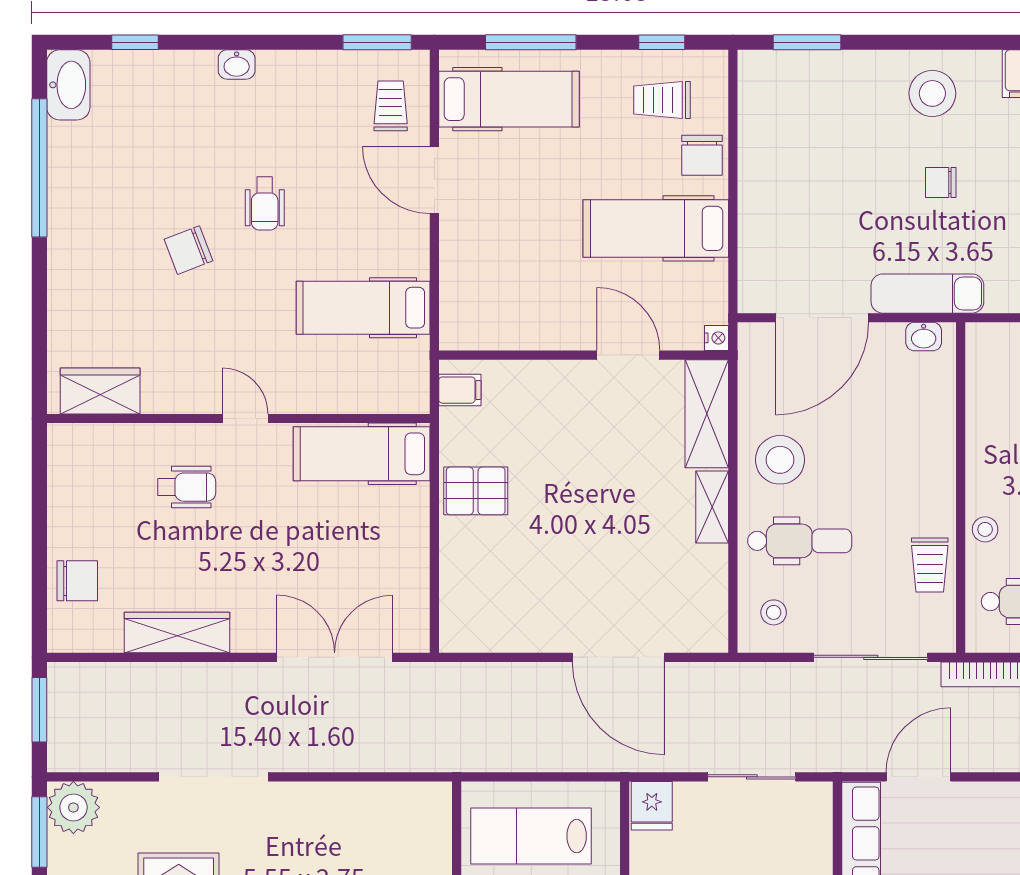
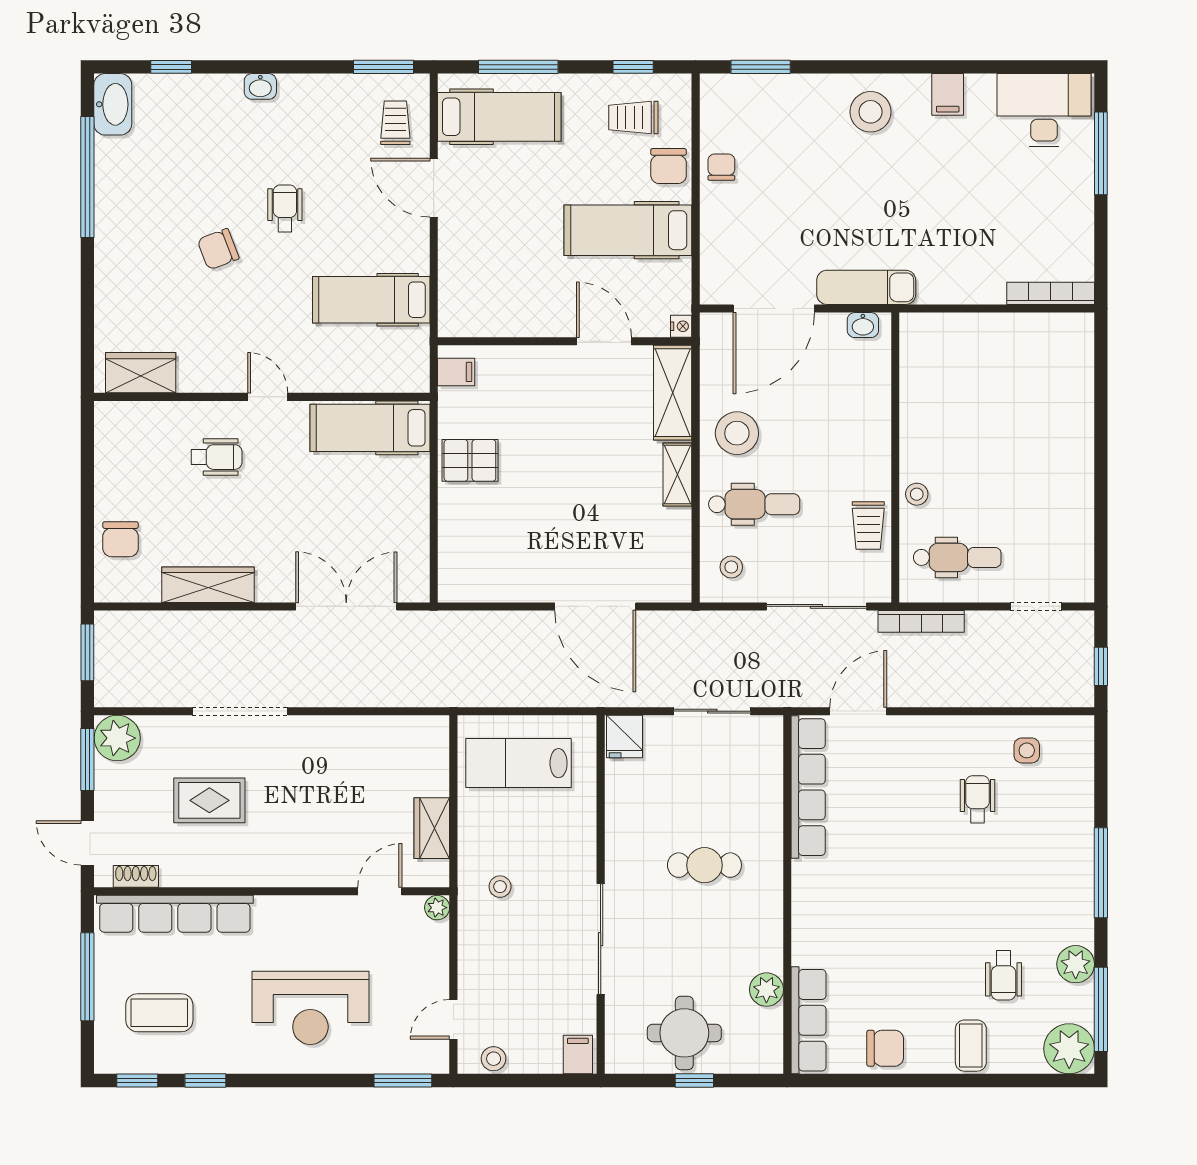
chair: (941, 183) -> (721, 167), moved, turned 90
wheelchair: (265, 203) -> (285, 208), turned 180
chair: (77, 581) -> (121, 539), turned 90

